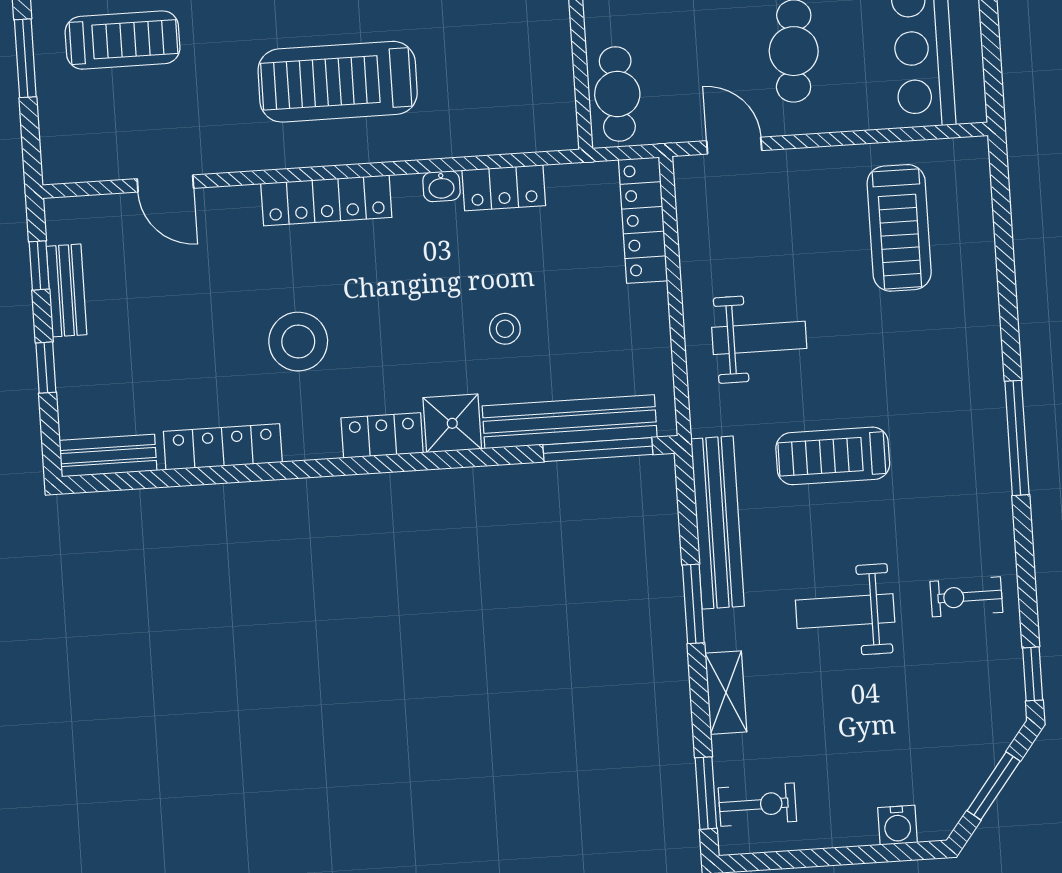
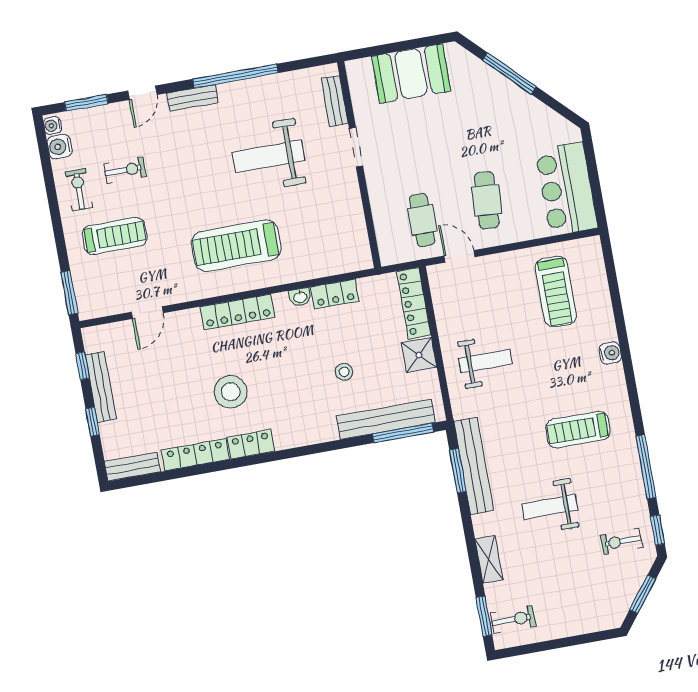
window: (25, 58) -> (69, 293), moved
cafe table: (617, 94) -> (422, 220), moved
door: (165, 183) -> (147, 313), hinge flipped
bench: (66, 290) -> (101, 387), width x1.36
shower: (452, 423) -> (419, 355), moved
locker: (382, 435) -> (251, 444), moved
window: (1017, 438) -> (646, 467), moved
treadmill: (833, 456) -> (578, 430), moved
exercise bike: (966, 597) -> (622, 541), moved
window: (693, 604) -> (458, 471), moved
water cooler: (897, 825) -> (610, 353), moved, turned -90

